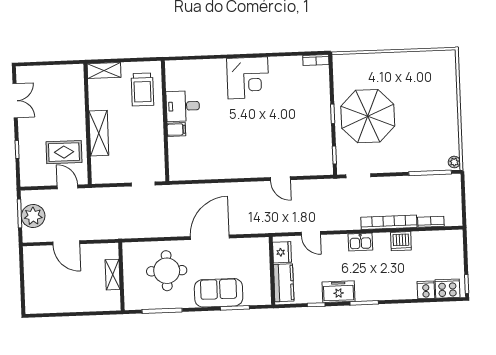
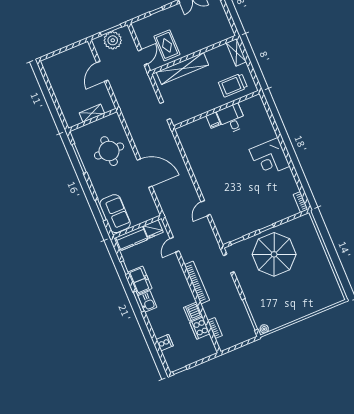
shelving: (99, 133) -> (182, 69), width x1.47
bookcase: (389, 222) -> (197, 282), moved
kitchen sink: (360, 242) -> (147, 301), moved, turned 180
cooker: (447, 289) -> (200, 328), moved, turned 180
sofa: (219, 293) -> (115, 214), moved

